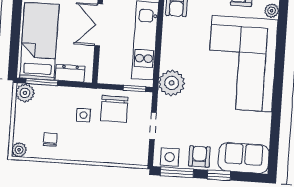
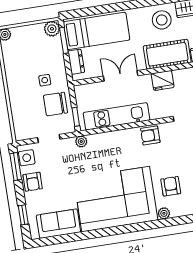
plant: (172, 83) -> (81, 141), width x0.53, depth x0.53
chair: (50, 140) -> (19, 58), removed
armchair: (199, 156) -> (33, 182), turned 90
sofa: (244, 158) -> (58, 224), moved, turned -90
window: (219, 175) -> (23, 215), moved

